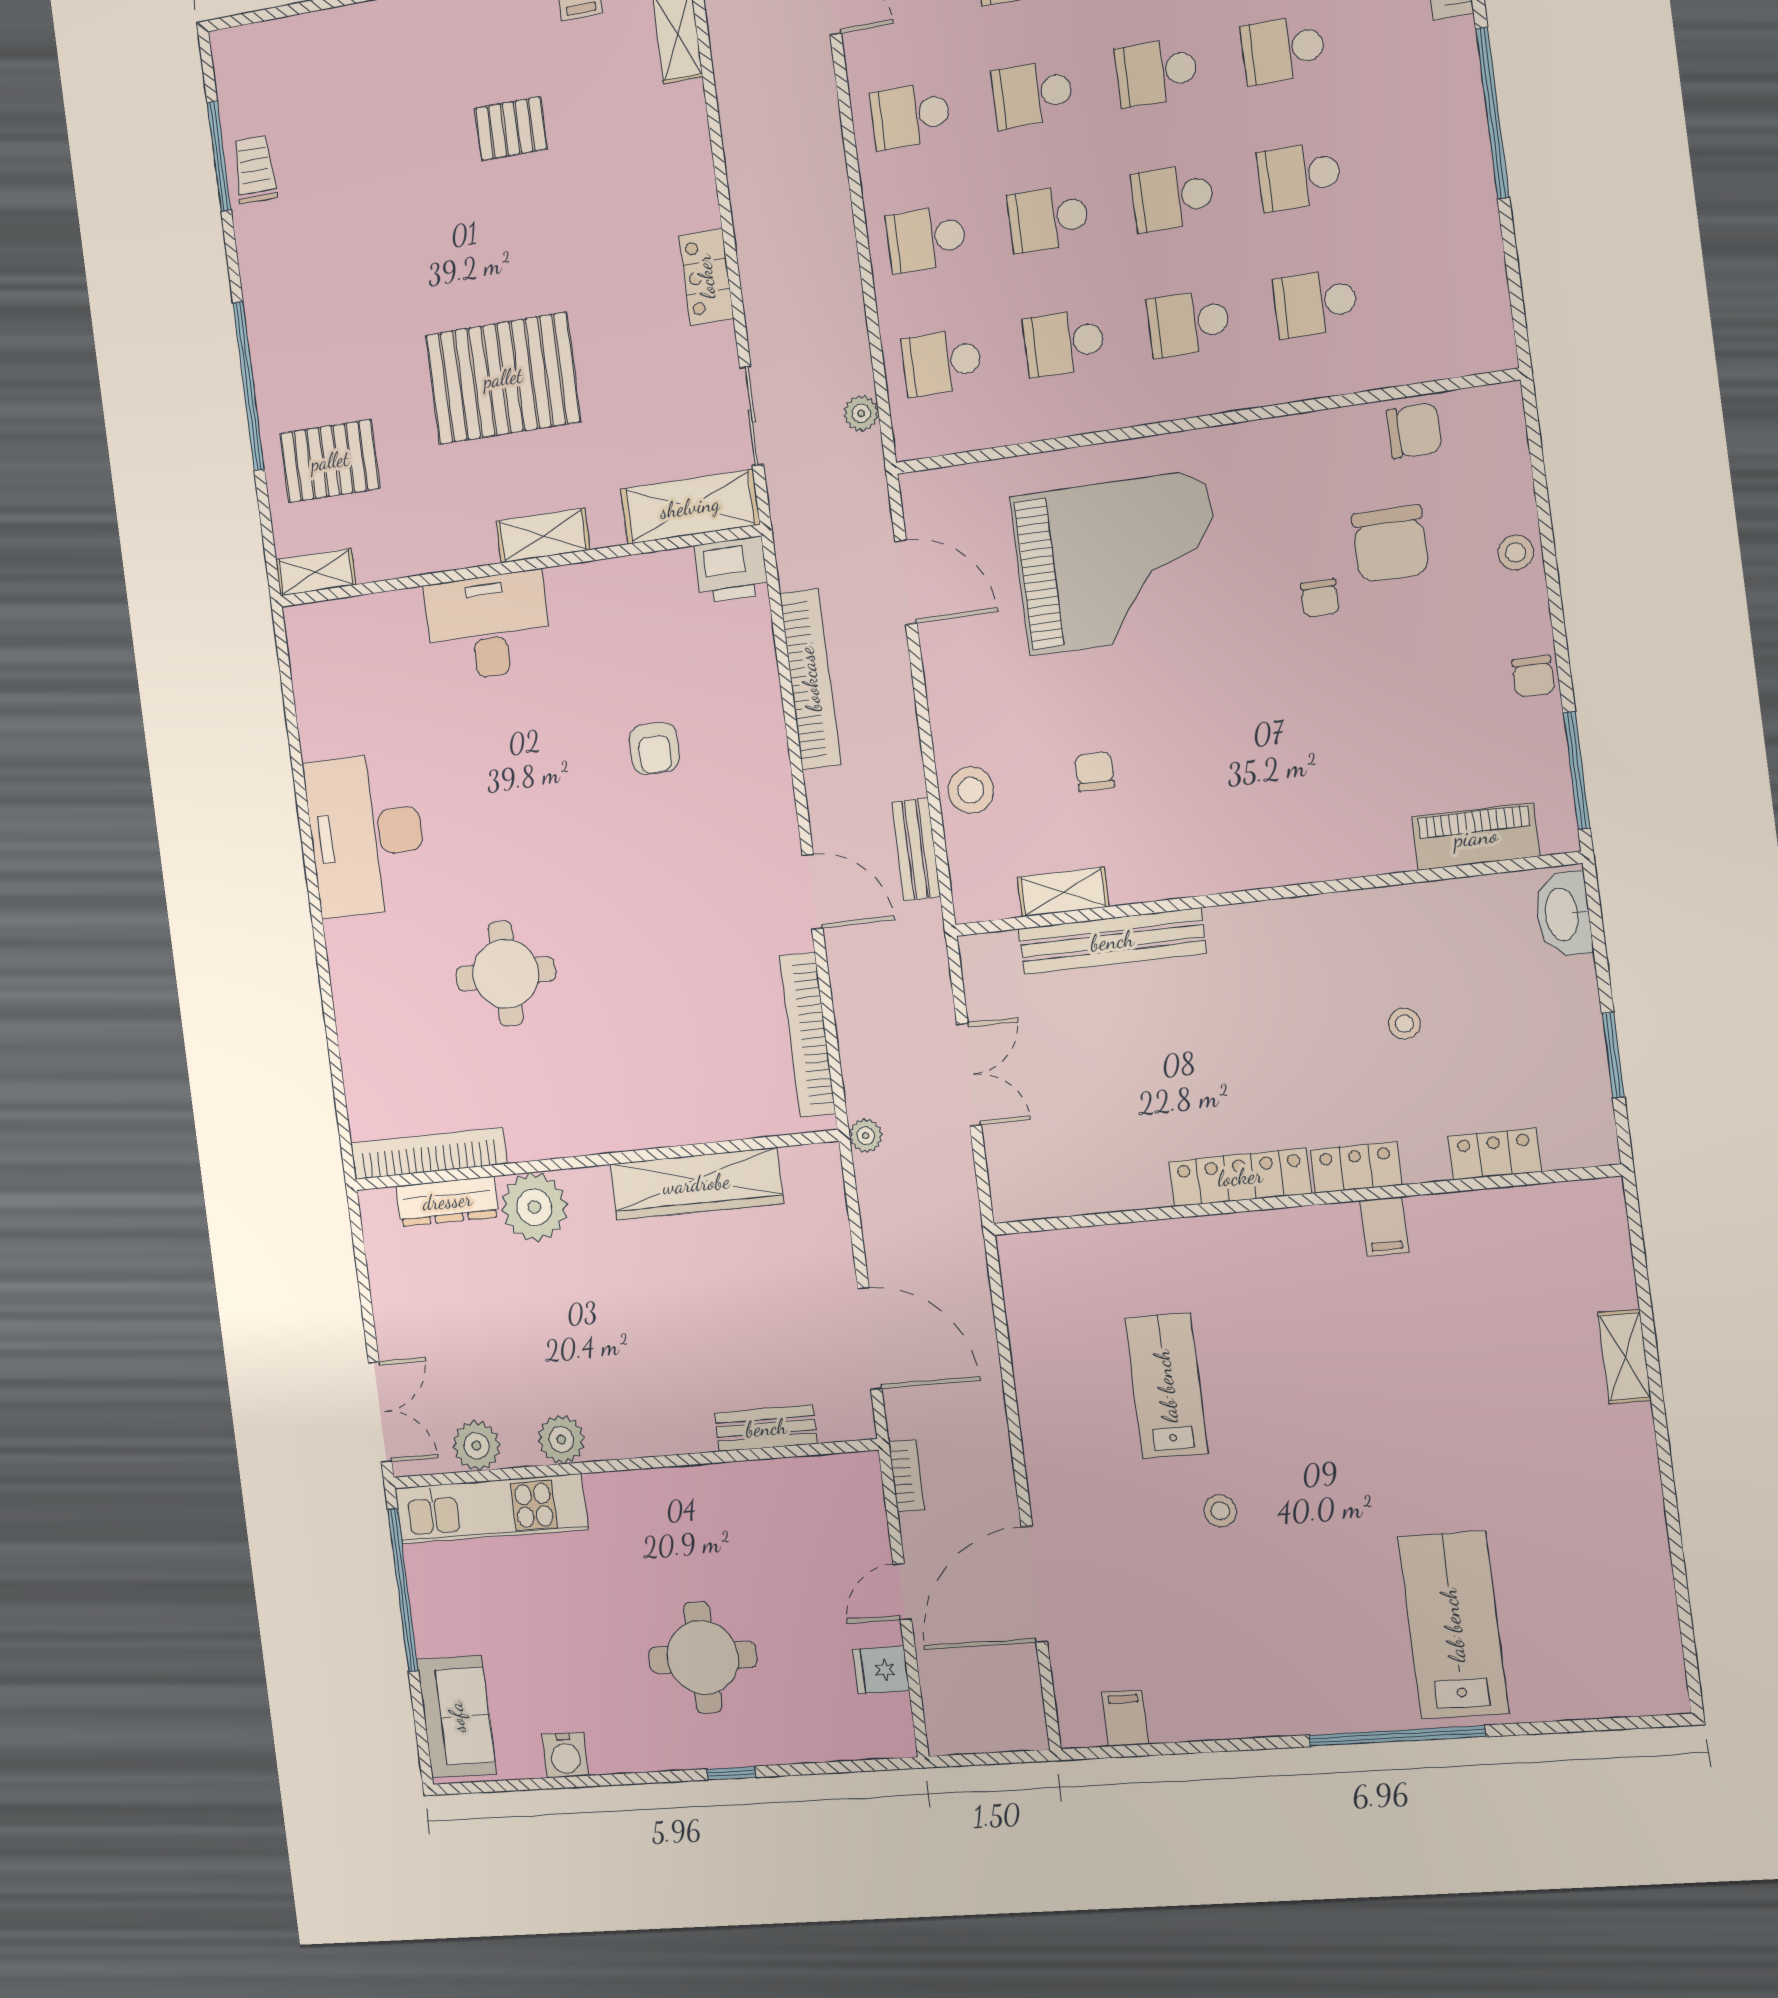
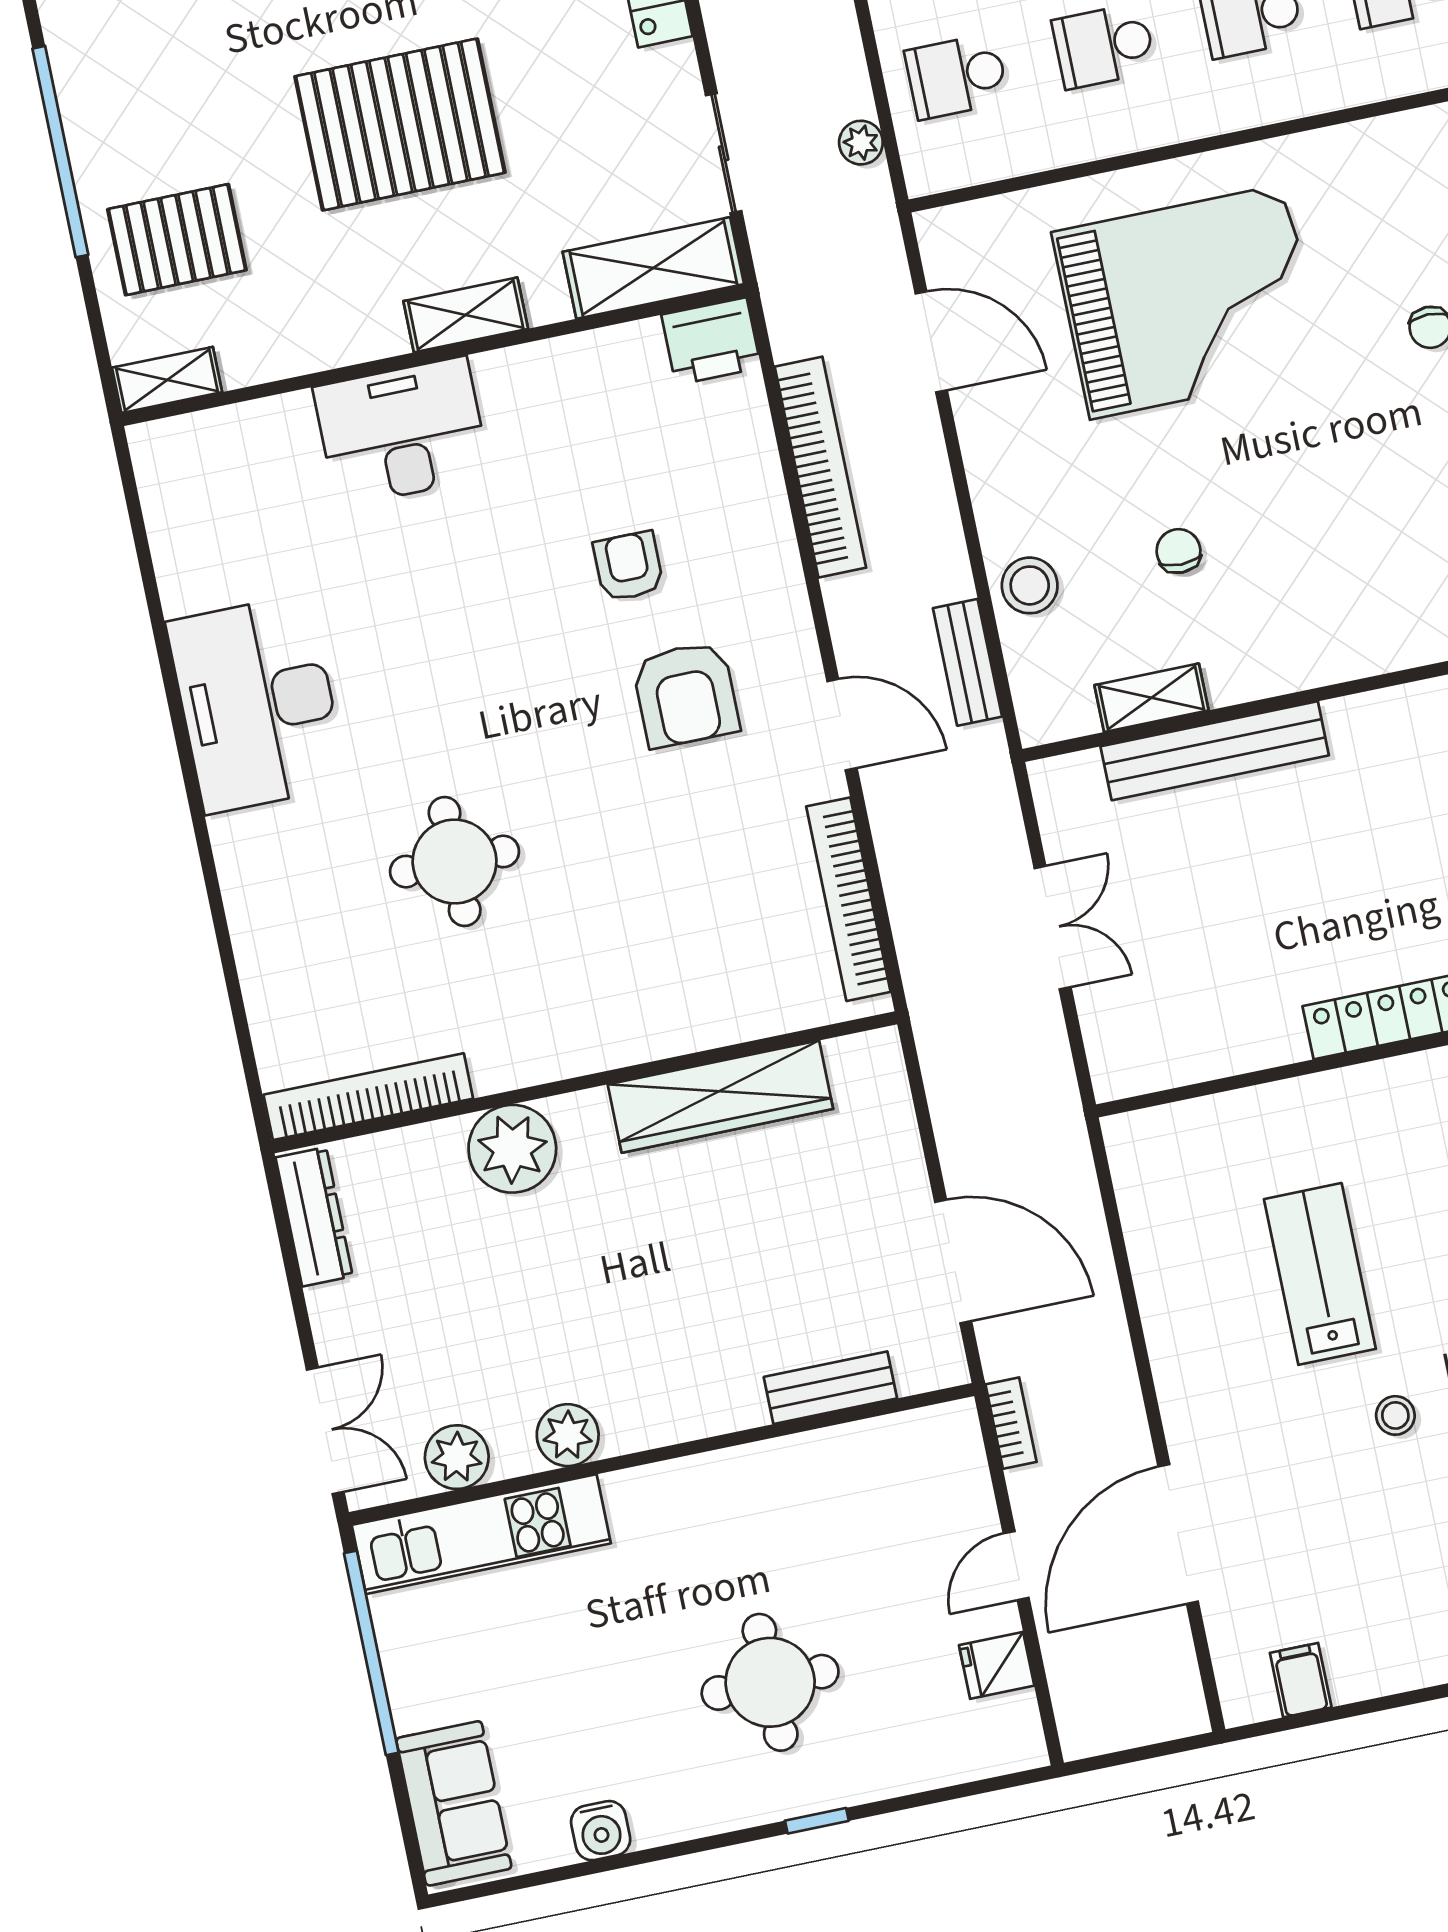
armchair: (654, 748) -> (628, 566), turned 180
armchair: (692, 856) -> (686, 694), added
plant: (866, 1136) -> (930, 1015), removed
dresser: (447, 1201) -> (314, 1217), moved, turned -90

